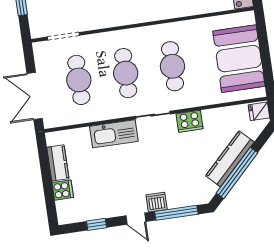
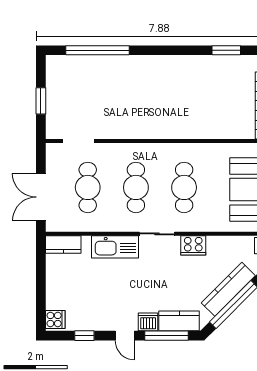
kitchen counter: (58, 163) -> (63, 245), moved, turned 90
cooker: (63, 190) -> (55, 319), moved
kitchen counter: (187, 197) -> (179, 321), added

